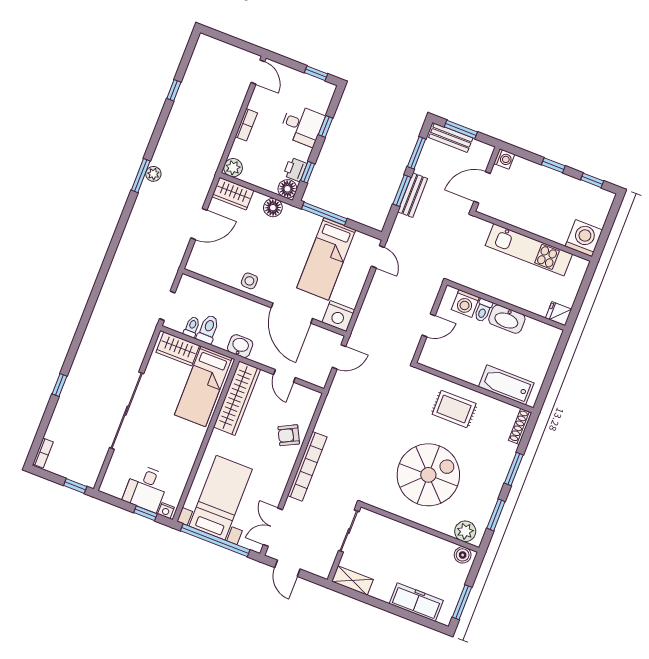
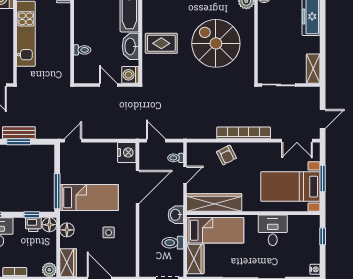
bed: (326, 259) -> (89, 198), moved
side table: (249, 281) -> (109, 232), moved
washing machine: (465, 303) -> (130, 75), moved, turned 180
washbasin: (507, 319) -> (131, 46), moved, turned 180
toilet: (192, 327) -> (176, 158), moved
rug: (454, 409) -> (161, 43), turned 90
desk: (146, 488) -> (273, 230), moved, turned -90
nightstand: (166, 511) -> (315, 269), moved
window: (215, 540) -> (323, 179), width x0.47

